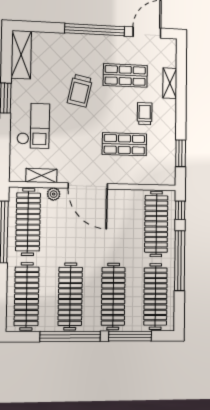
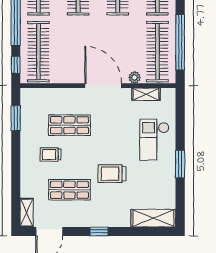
window: (95, 30) -> (99, 231), width x0.32
shelving: (21, 55) -> (153, 218), moved, turned 90
shelving: (170, 83) -> (27, 213), moved
trolley: (80, 91) -> (112, 174), turned -102
trolley: (145, 114) -> (51, 154), turned 90

